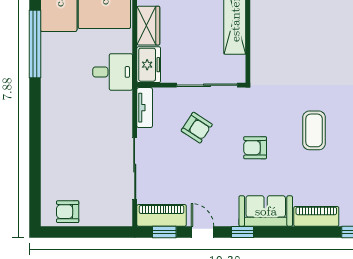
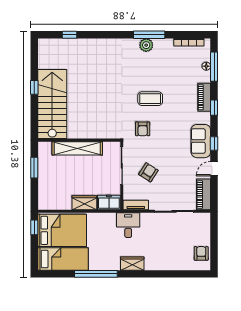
desk: (113, 72) -> (128, 225), moved
wardrobe: (51, 102) -> (132, 264), added
armchair: (255, 148) -> (143, 129), moved
sofa: (266, 211) -> (201, 141), moved
armchair: (68, 212) -> (201, 253), turned 180
window: (164, 232) -> (214, 108), moved

